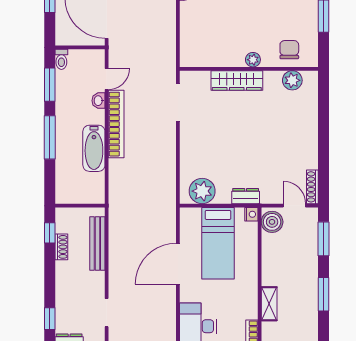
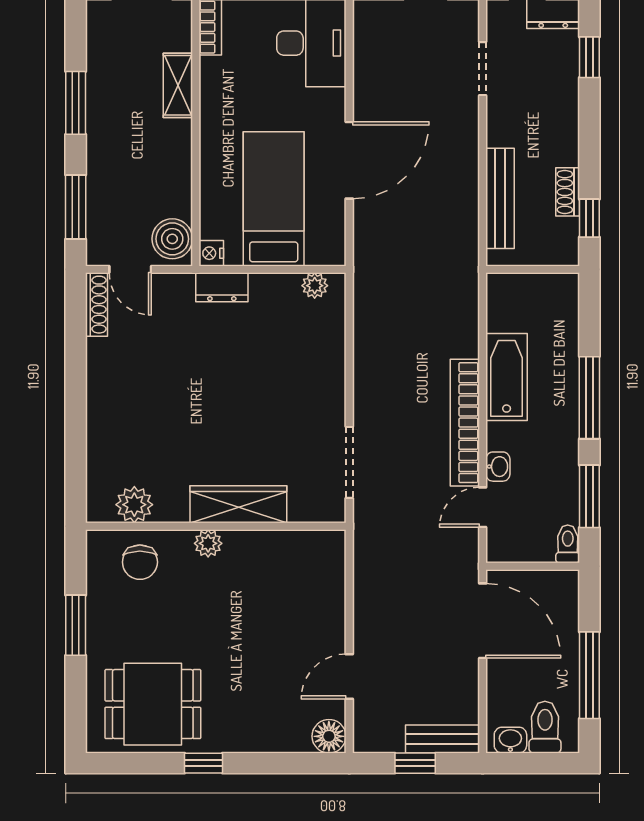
plant: (202, 191) -> (315, 286), width x0.53, depth x0.53

